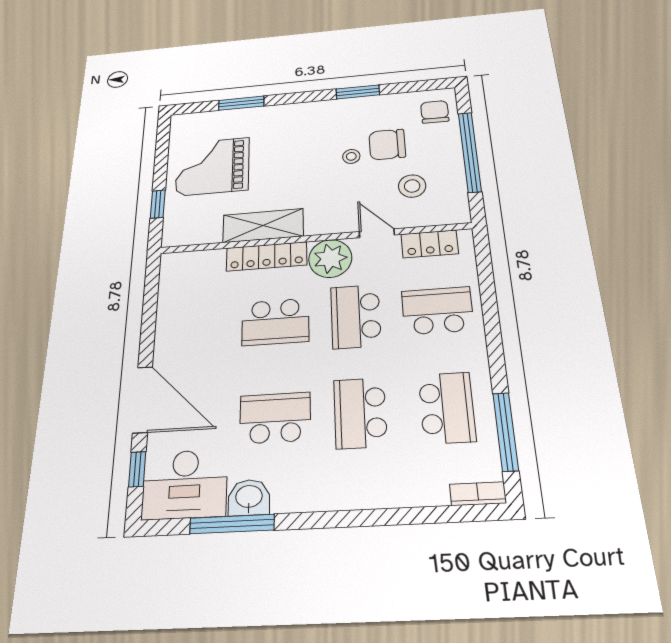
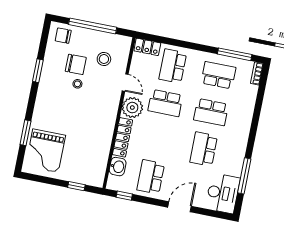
chair: (387, 144) -> (76, 64), turned -90
grand piano: (213, 167) -> (46, 151), moved
shelving: (263, 226) -> (105, 136), removed
door: (377, 233) -> (125, 83), swing flipped
locker: (430, 244) -> (147, 47), moved, turned 90
school desk: (275, 322) -> (151, 177), moved, turned 180
door: (143, 399) -> (180, 207), width x0.73
window: (137, 469) -> (124, 196), moved
washbasin: (249, 497) -> (118, 167), moved, turned 180

